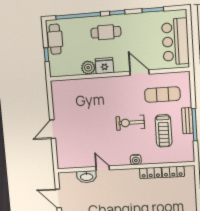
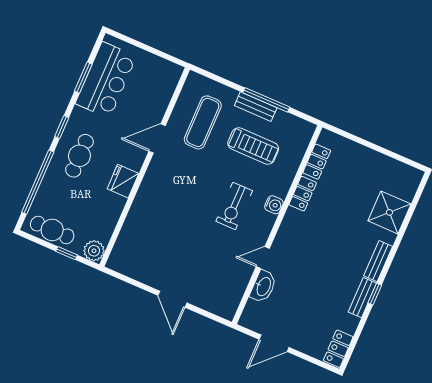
bar counter: (175, 42) -> (106, 80), moved, turned -90
plant: (88, 68) -> (94, 251), moved
exercise bike: (130, 123) -> (234, 206), moved

